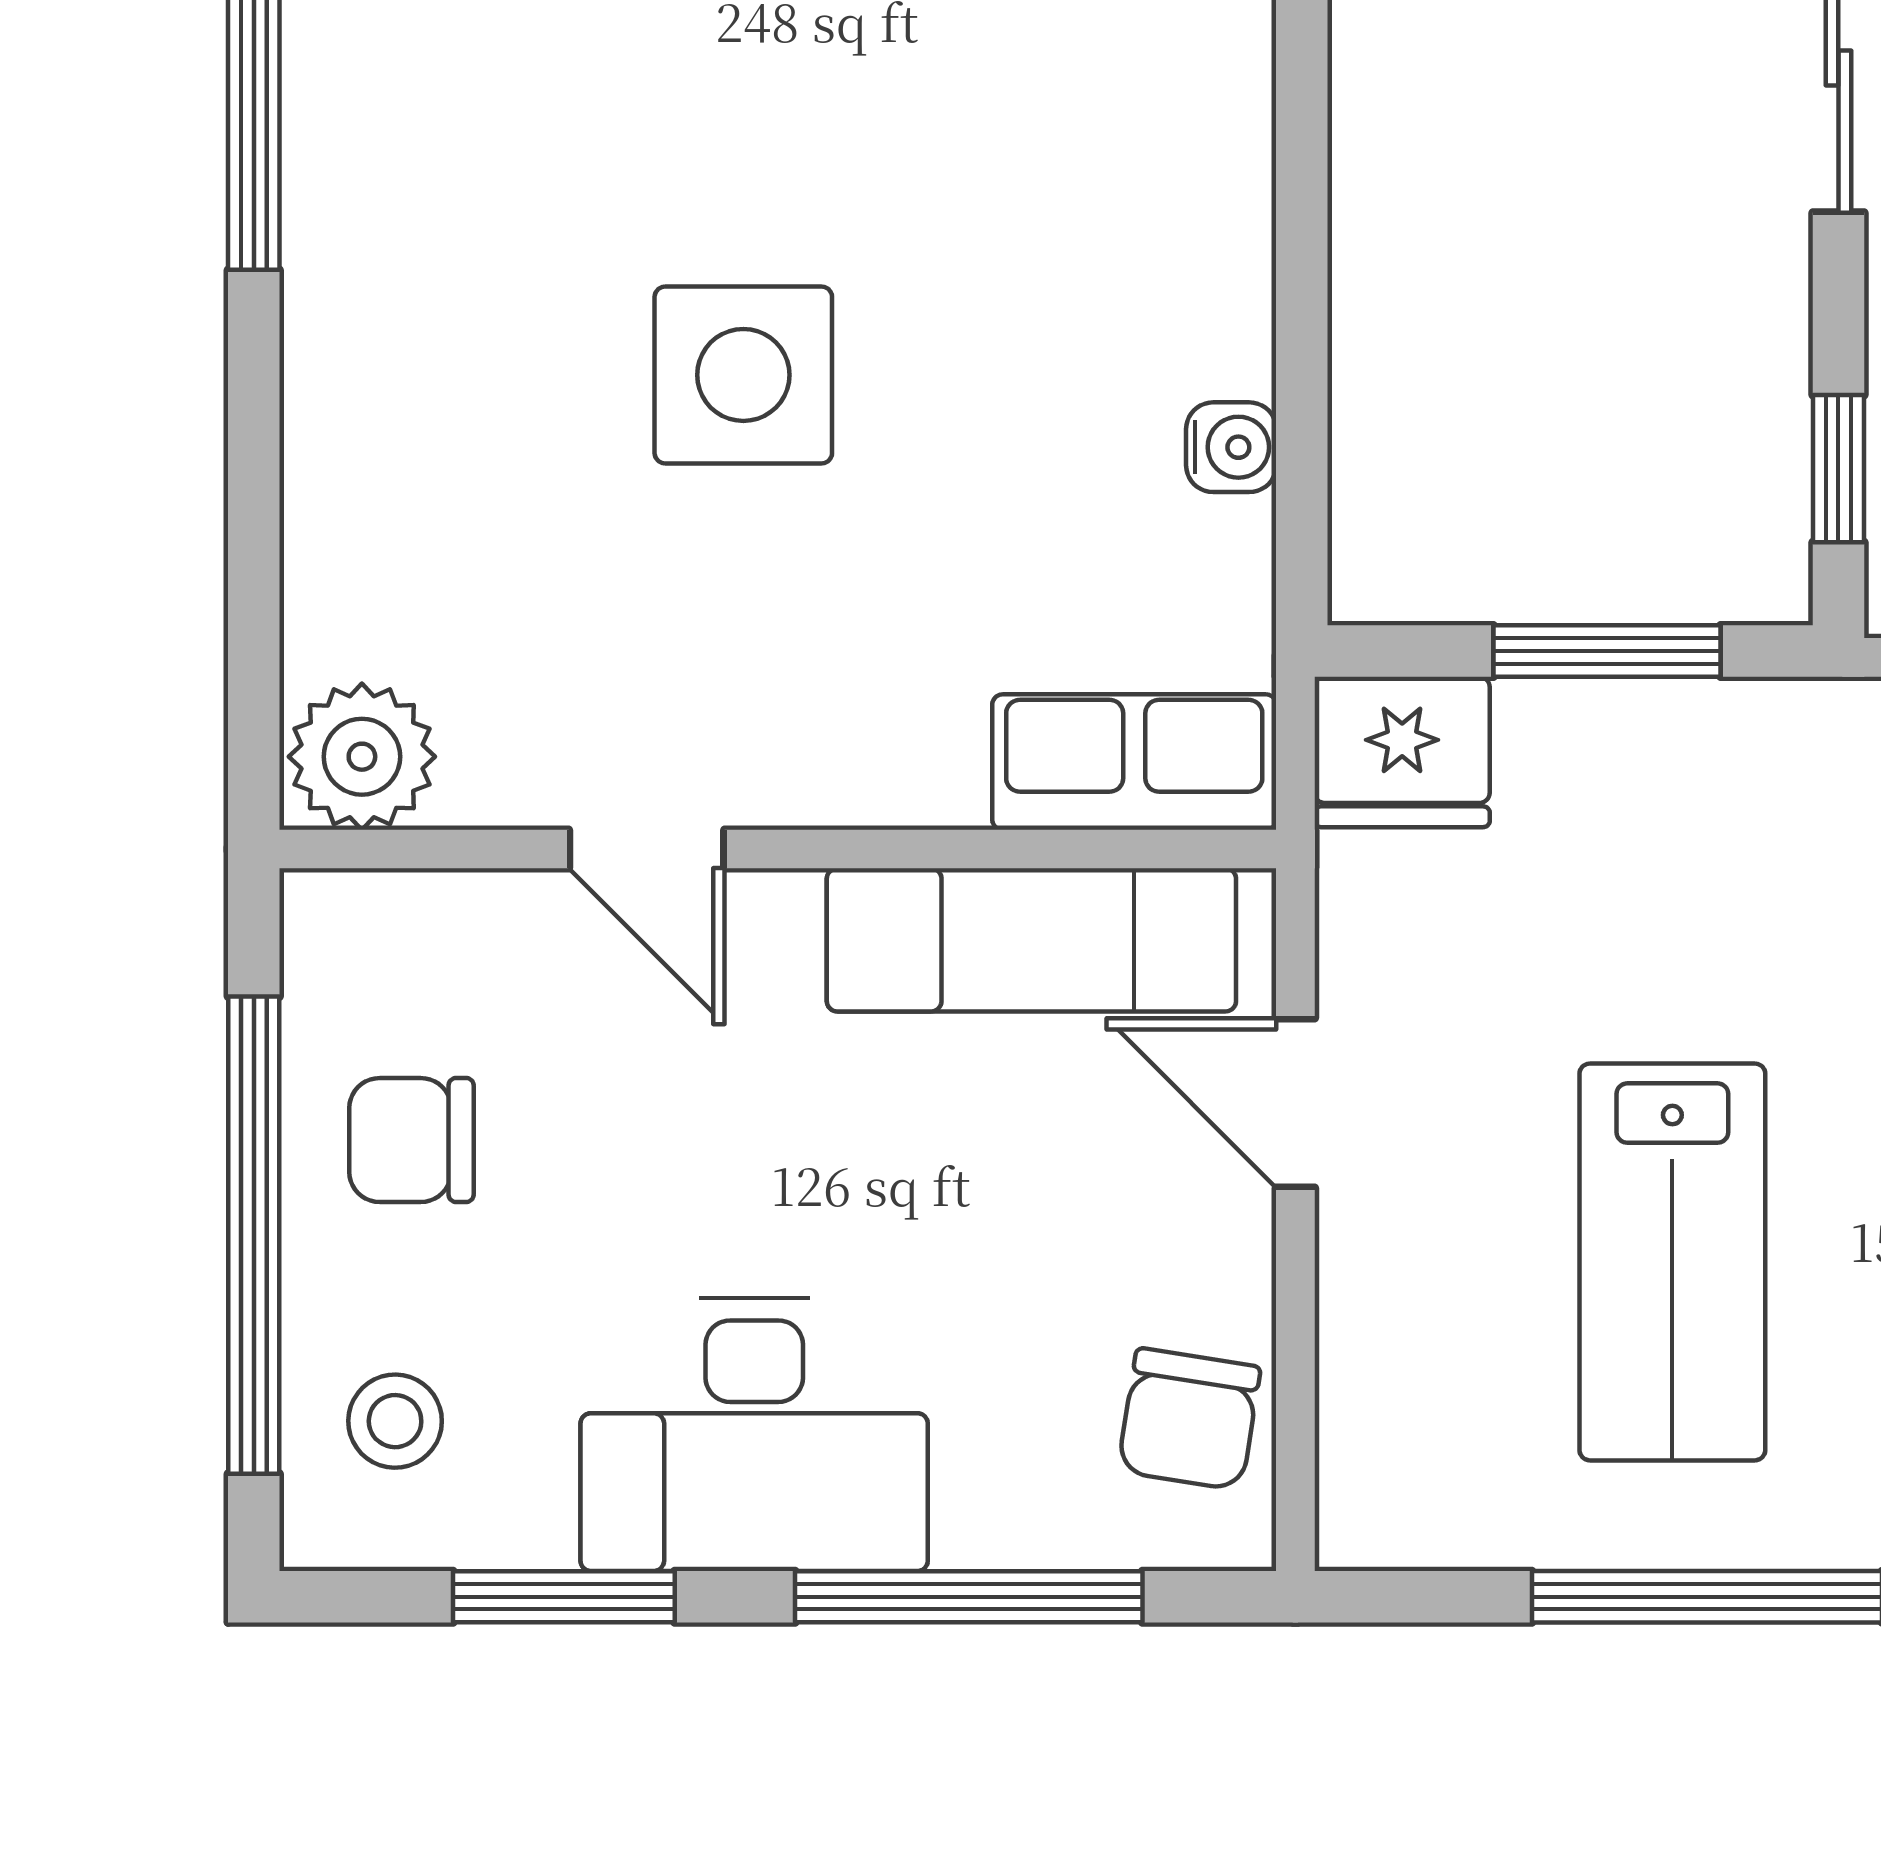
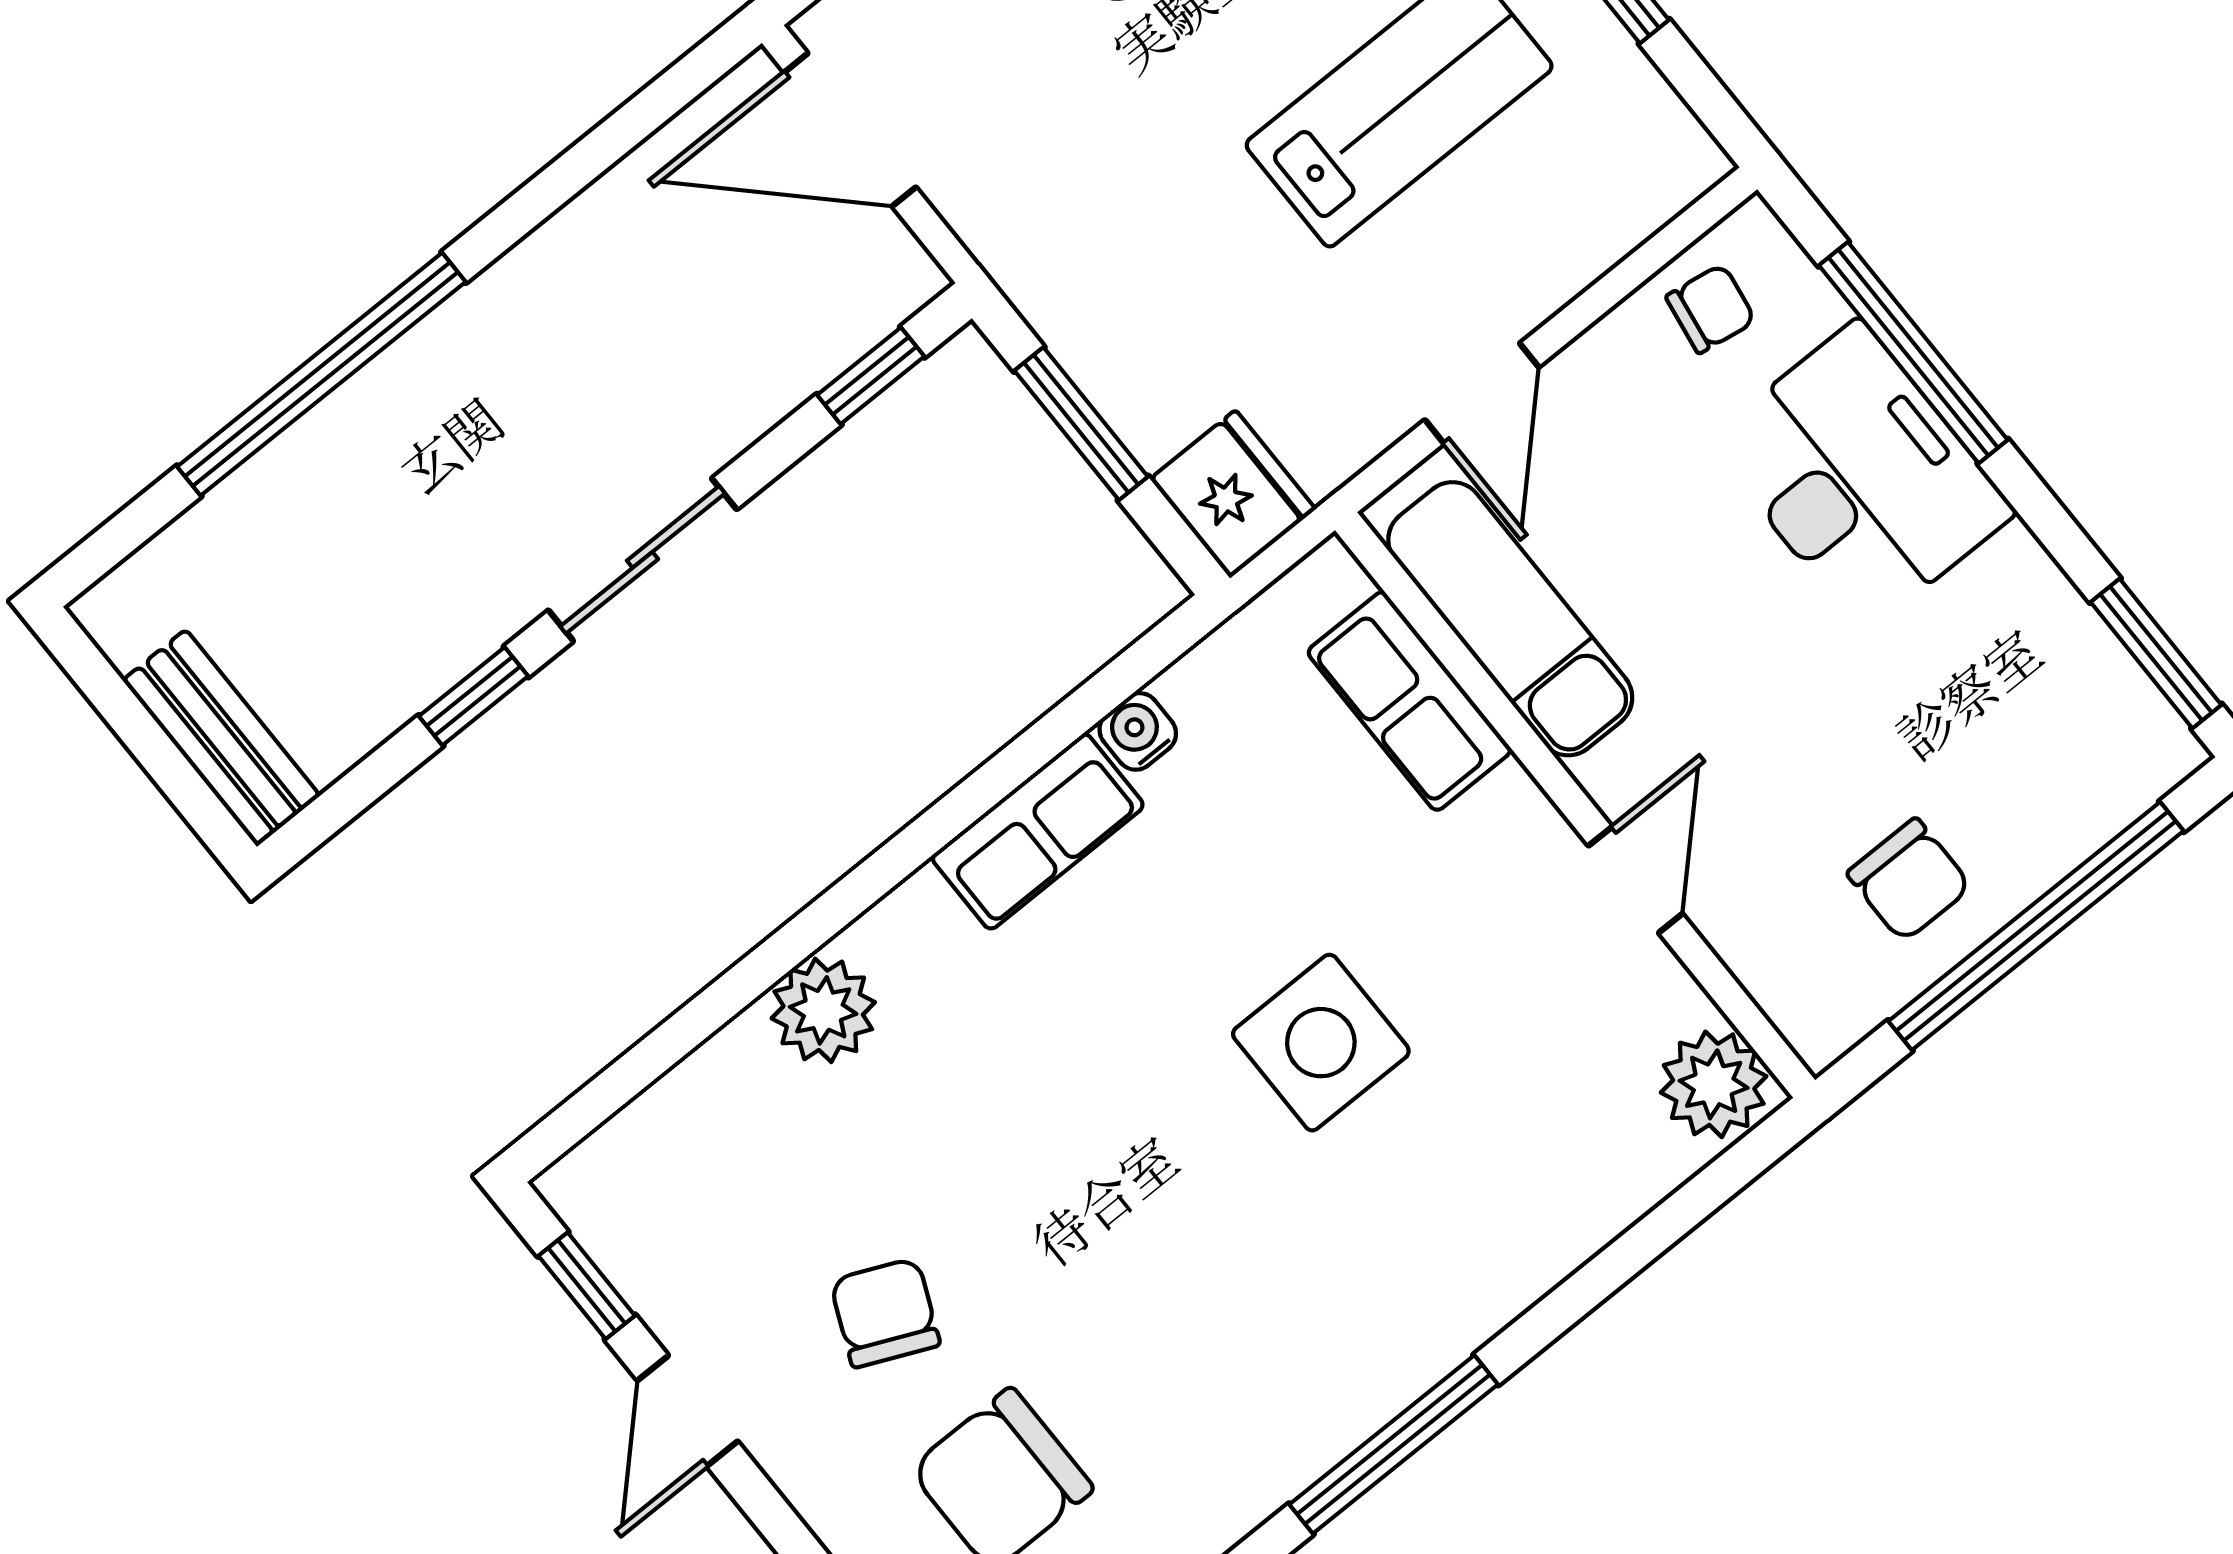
row of seats: (1211, 255) -> (1038, 831), added
row of seats: (1134, 762) -> (1409, 701), moved
chair: (1189, 1419) -> (1711, 309), width x0.73, depth x0.73
stool: (395, 1421) -> (2077, 760), removed
desk: (754, 1435) -> (1861, 477), moved
window: (564, 1597) -> (2156, 653), moved

